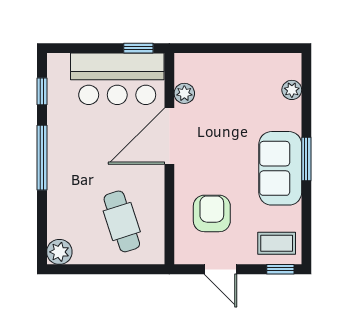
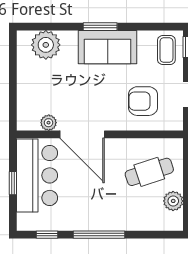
window: (138, 48) -> (13, 183), moved
plant: (292, 90) -> (46, 45), width x1.88, depth x1.88
plant: (59, 252) -> (173, 201), moved

